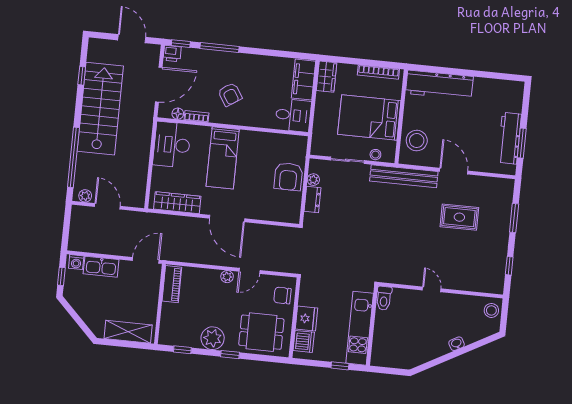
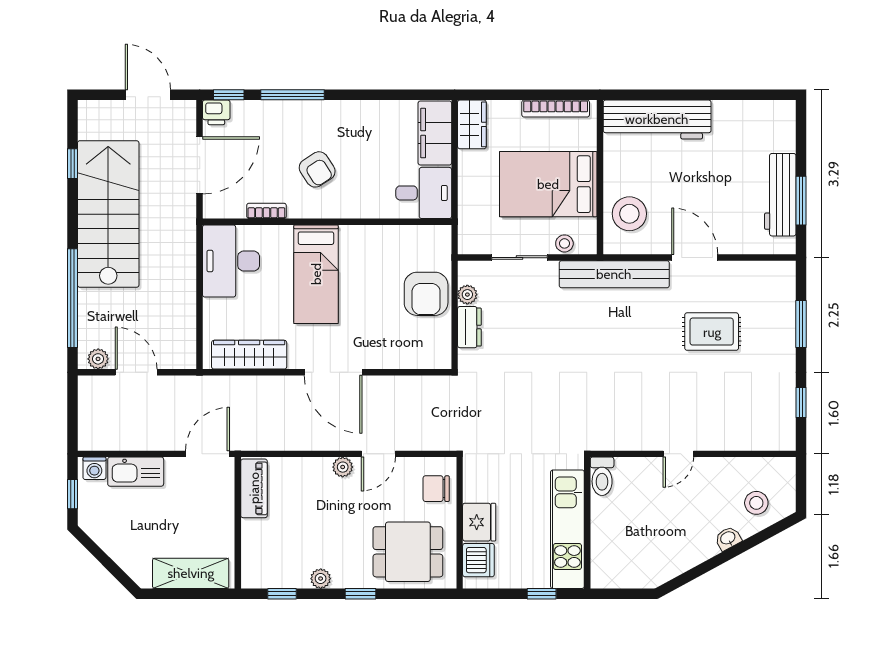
floor lamp: (178, 114) -> (235, 209), removed
door: (432, 289) -> (678, 454), swing flipped
stool: (491, 310) -> (756, 503), moved
plant: (213, 338) -> (321, 579), width x0.53, depth x0.53

